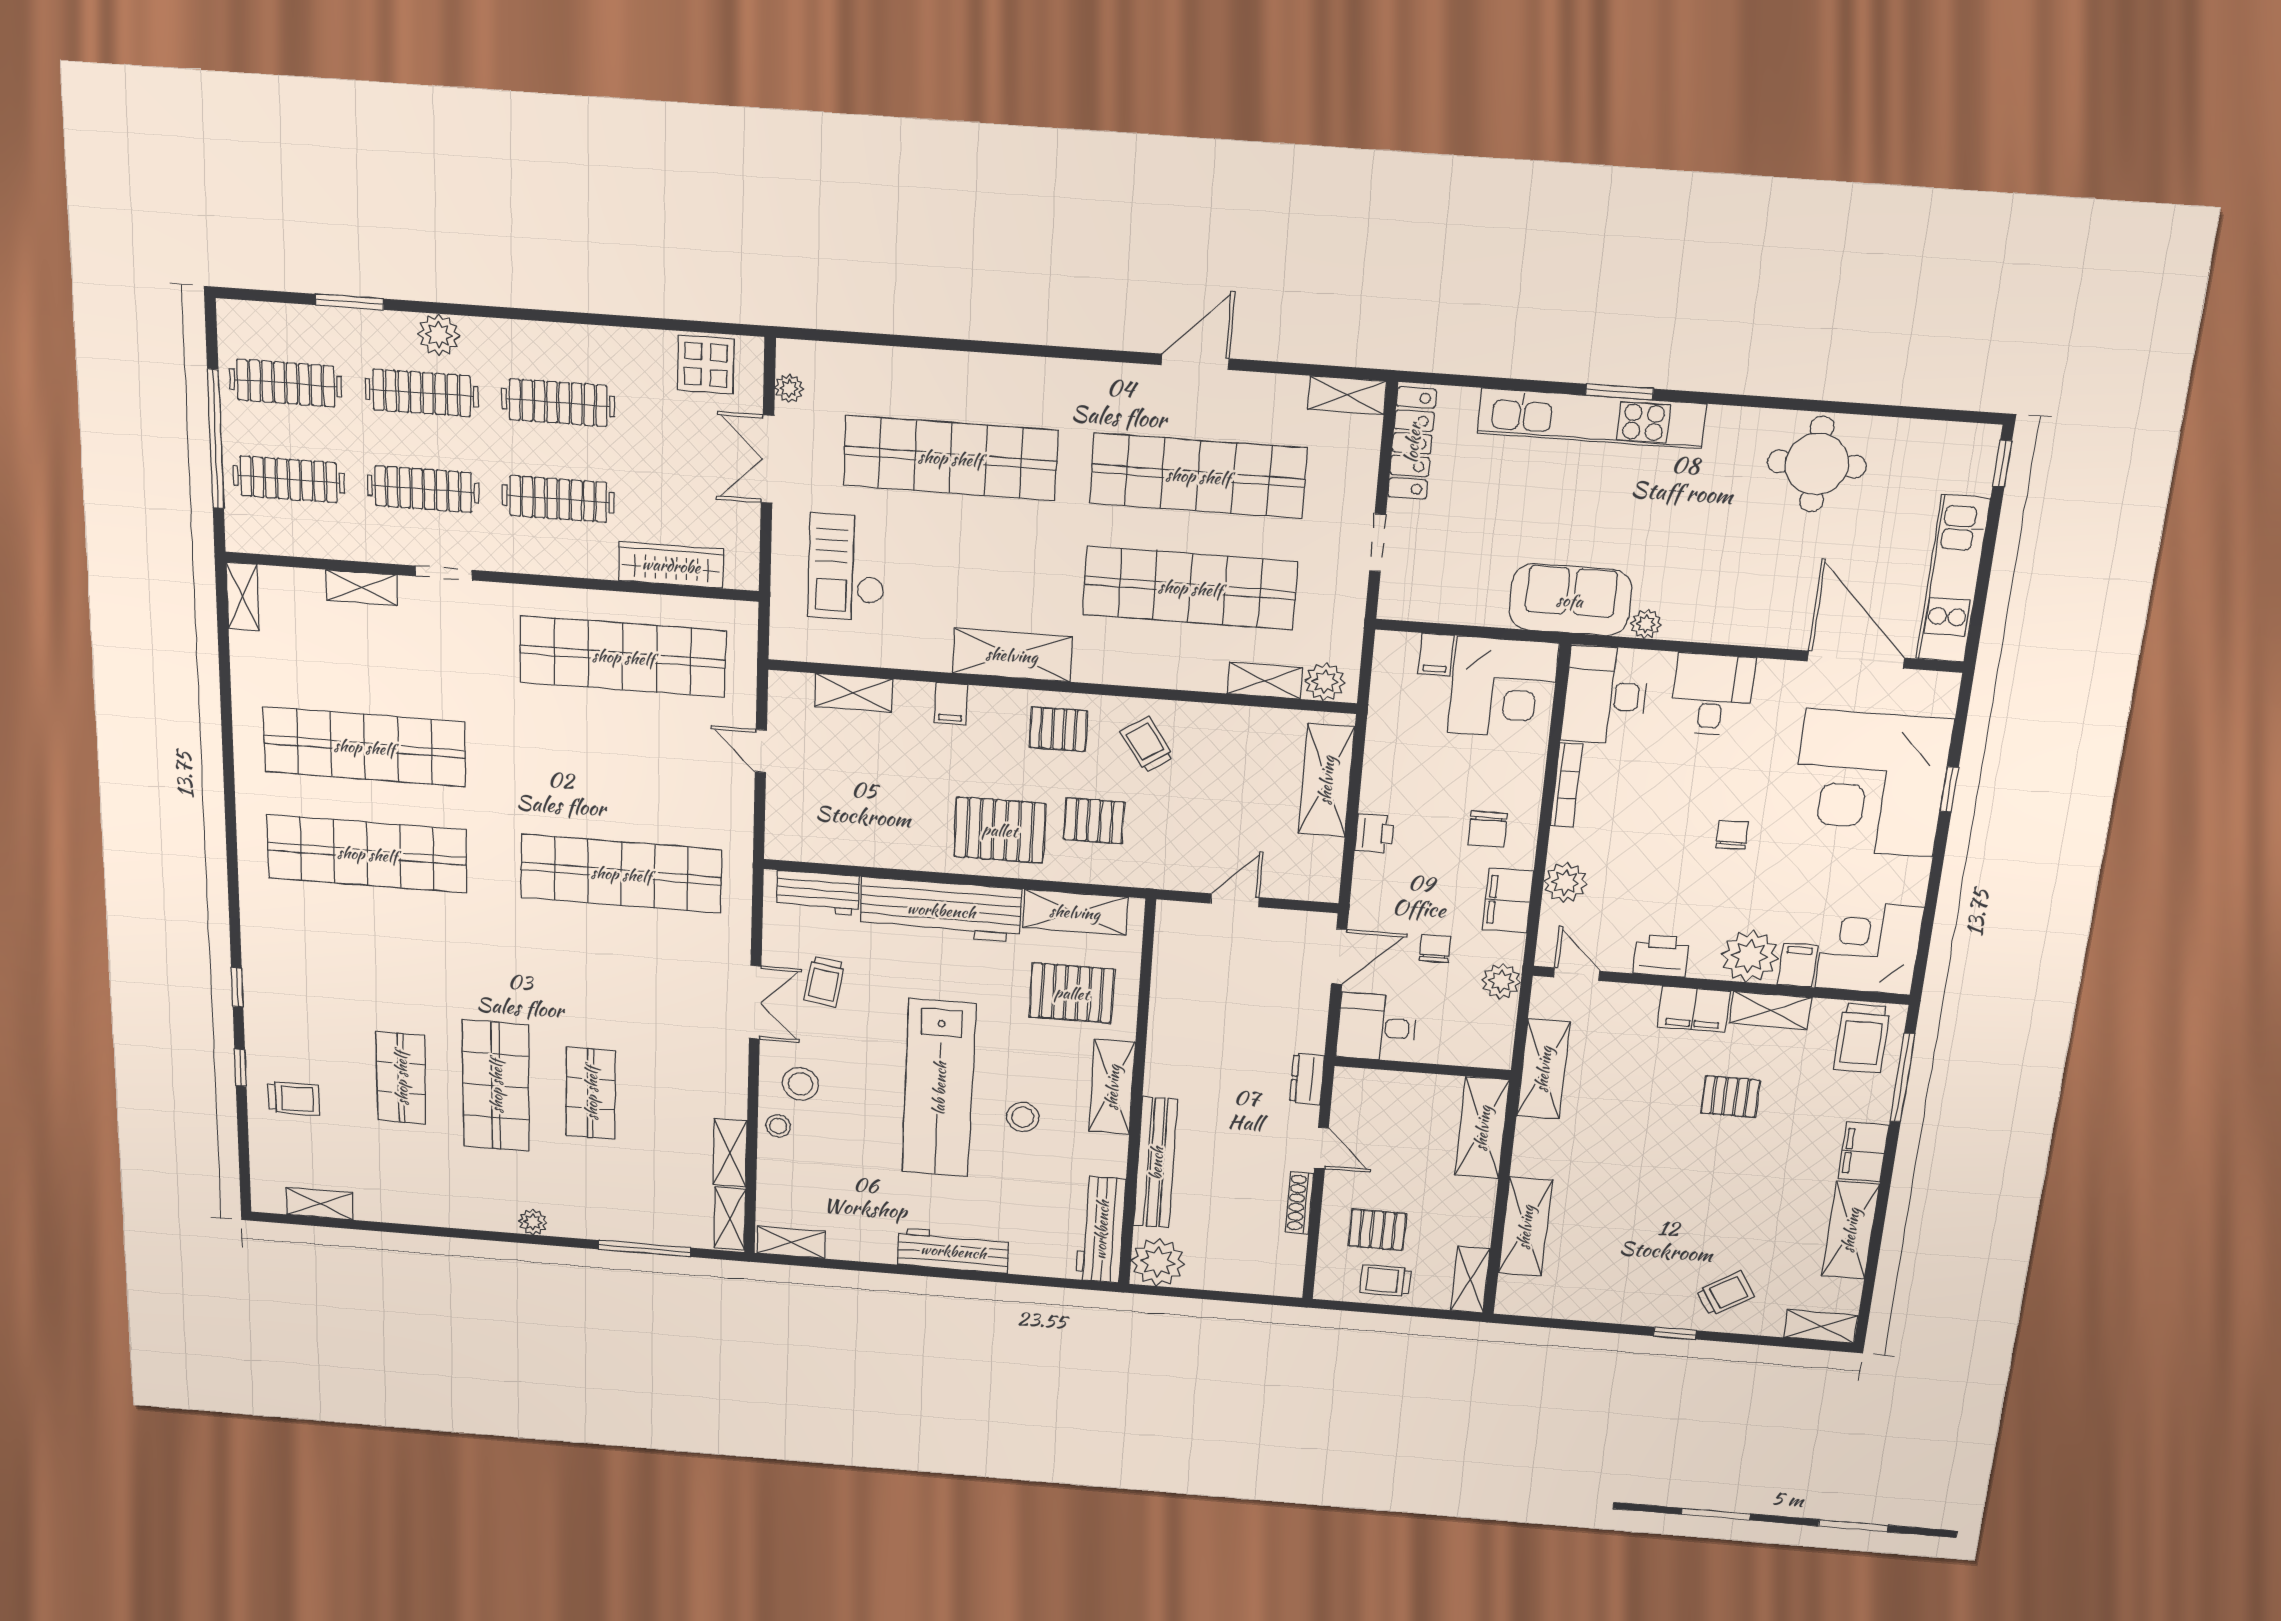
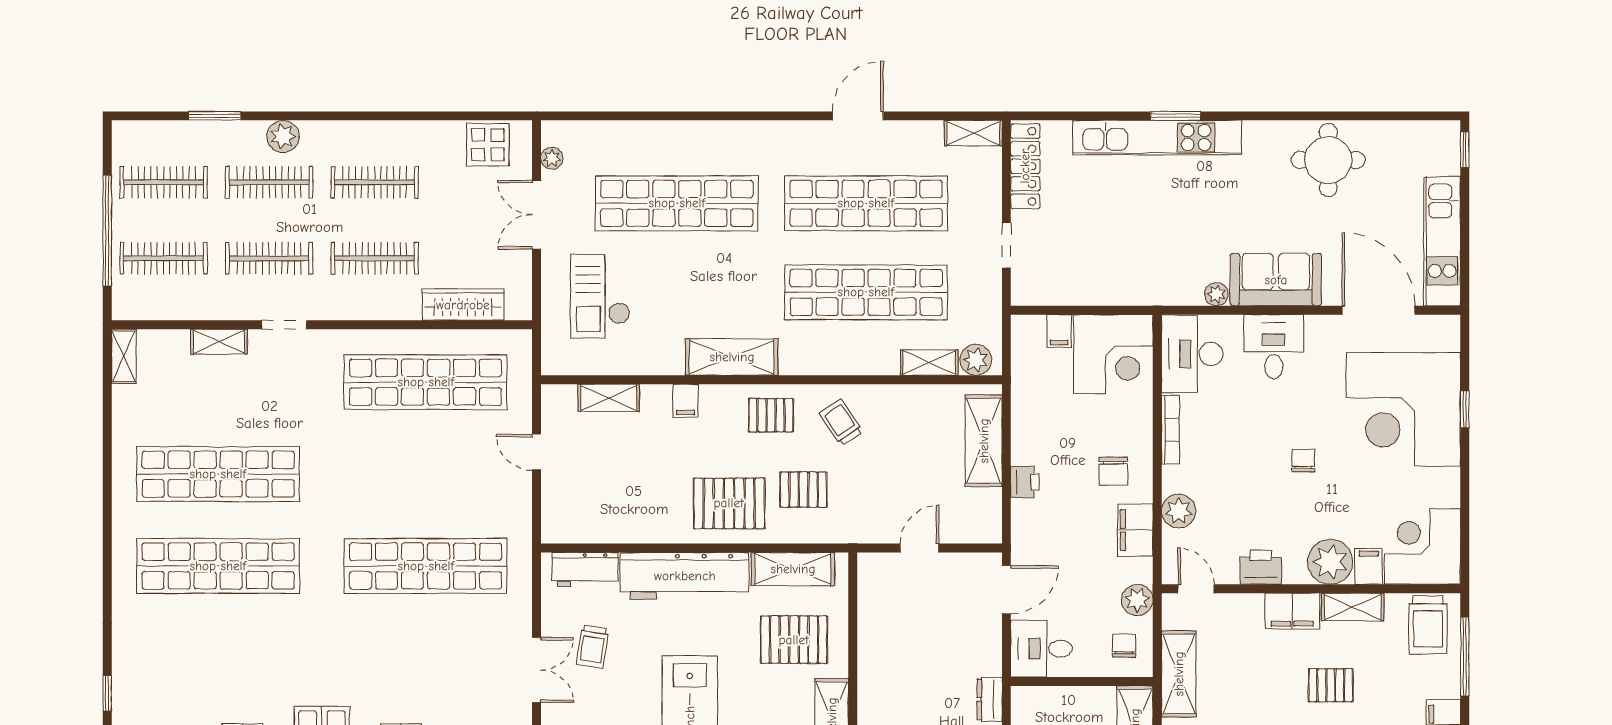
sofa: (1570, 600) -> (1276, 280), moved
chair: (1435, 948) -> (1124, 646), moved

